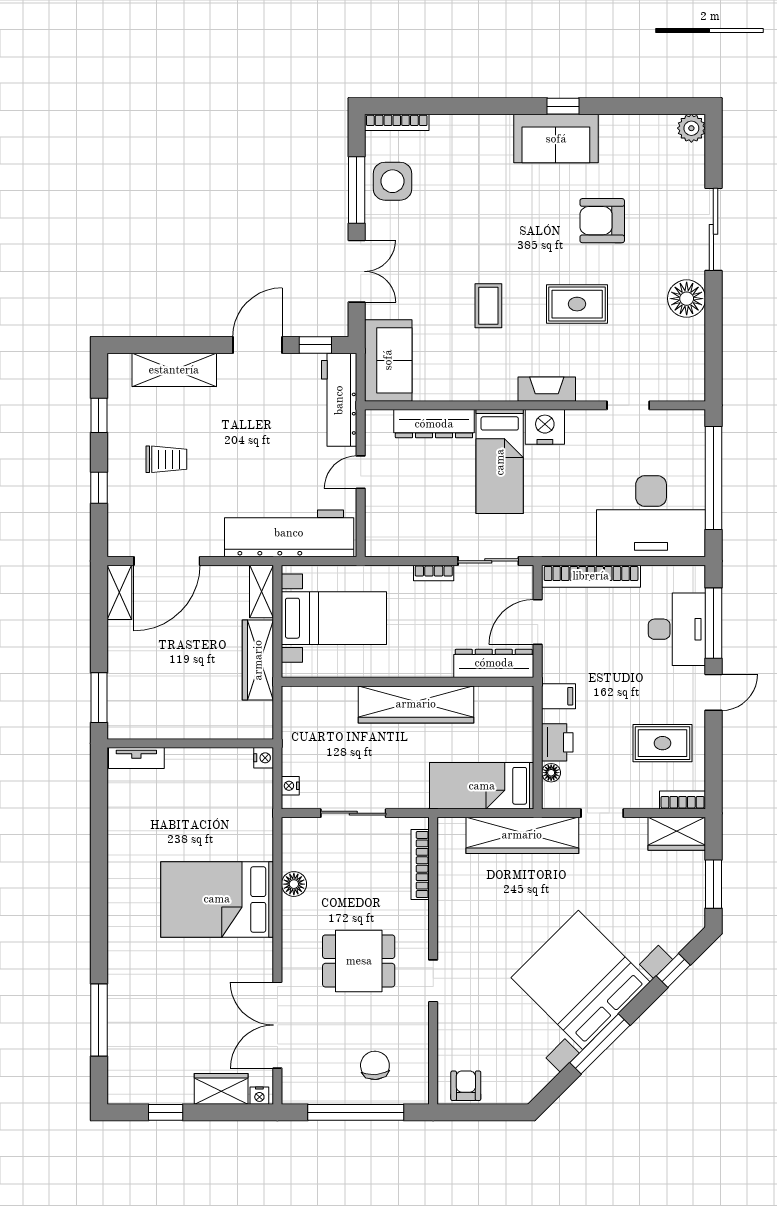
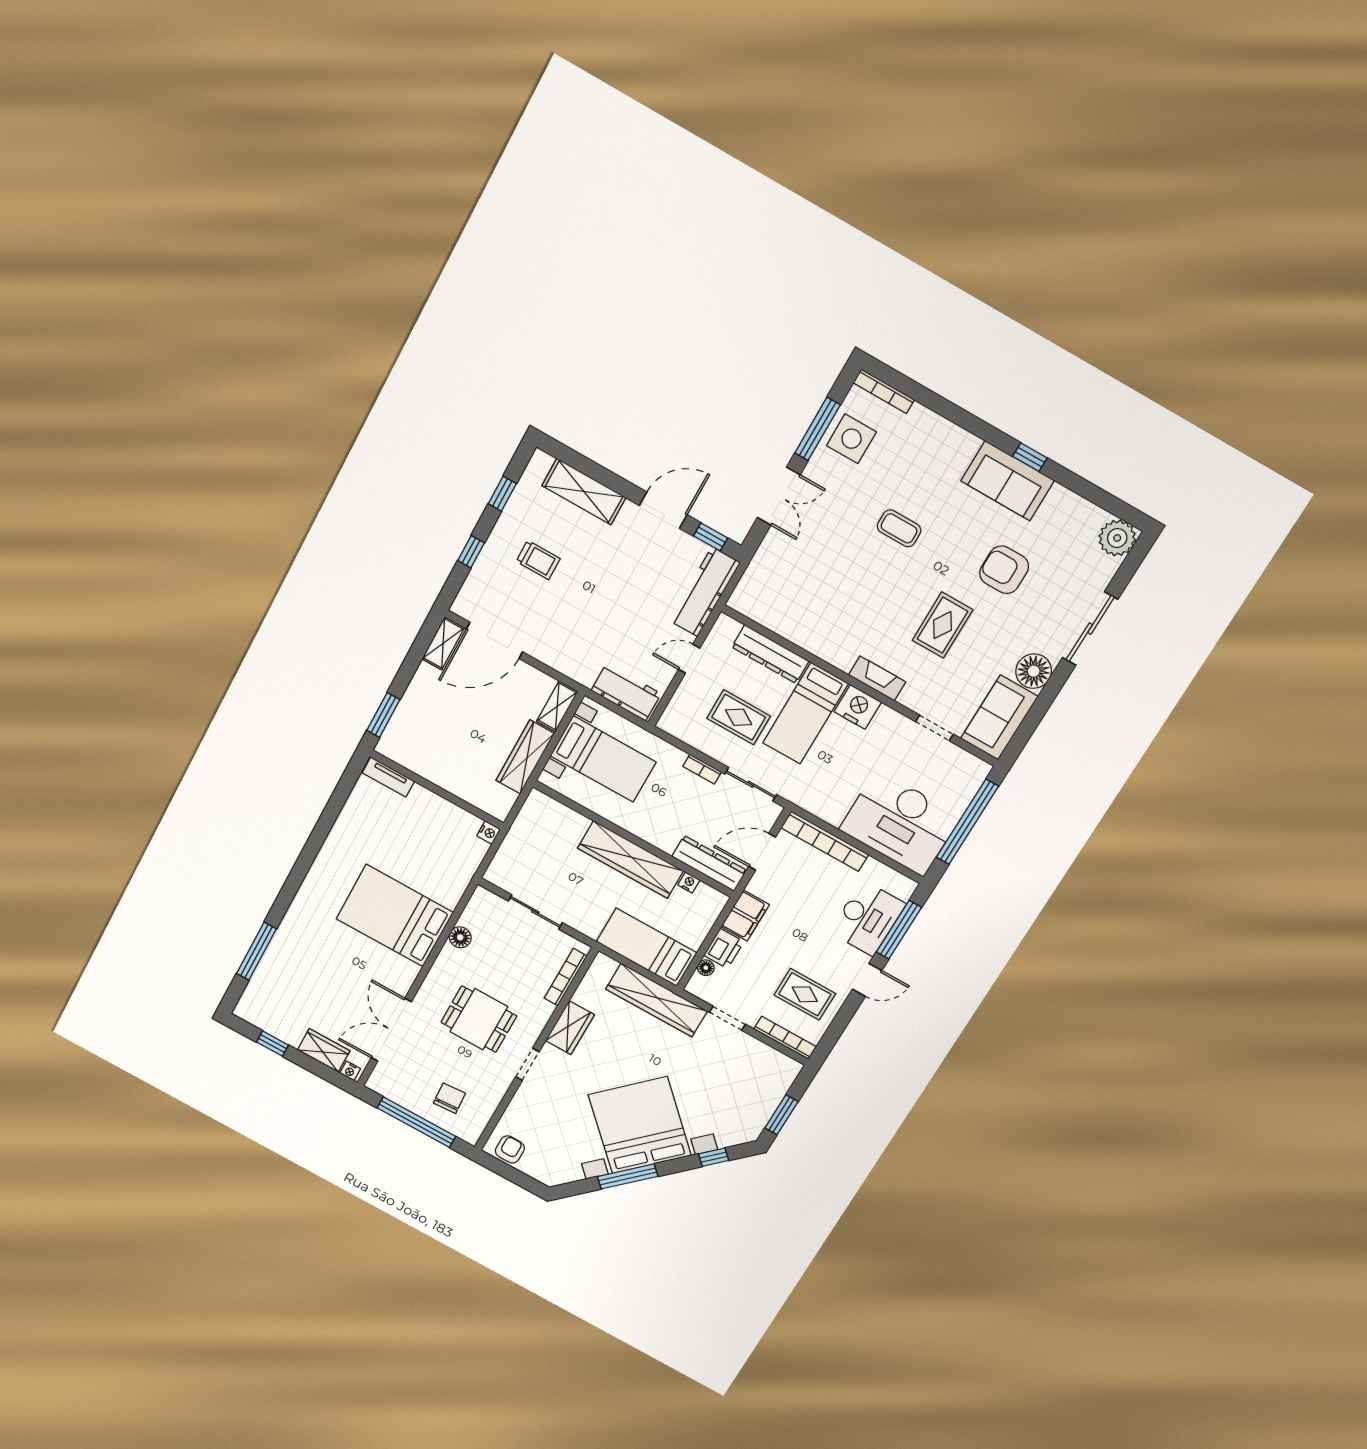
plant: (691, 128) -> (1117, 538), width x1.36, depth x1.36
rug: (577, 304) -> (943, 625), turned 90
coffee table: (488, 306) -> (899, 528), moved, turned 90
sofa: (388, 360) -> (999, 717), moved, turned 180
rug: (439, 502) -> (739, 717), added
workbench: (289, 533) -> (626, 692), width x0.53, depth x0.76
filing cabinet: (559, 696) -> (745, 916), width x2.00
nightstand: (290, 786) -> (689, 883), moved, turned 90
bookcase: (683, 800) -> (785, 1038), width x1.56
wardrobe: (677, 834) -> (570, 1028), moved, turned -90

